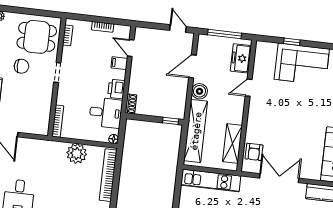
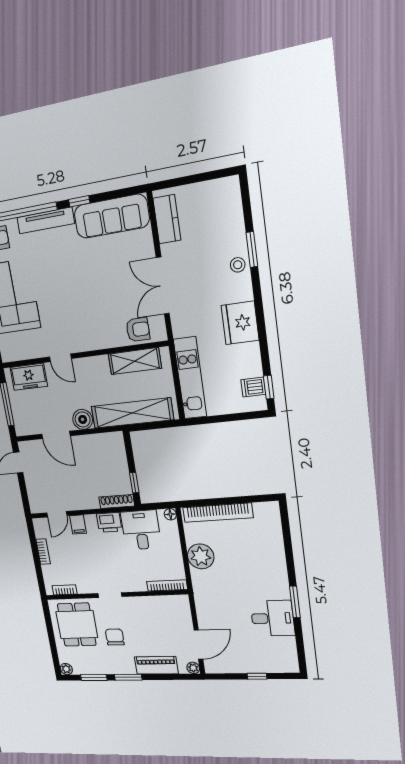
shoe rack: (131, 104) -> (117, 501), width x1.43
window: (170, 121) -> (134, 483), moved

